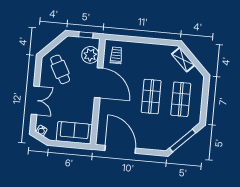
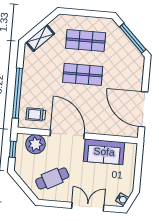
window: (135, 39) -> (18, 93), added
door: (99, 83) -> (67, 134), hinge flipped
sofa: (74, 133) -> (104, 152), moved, turned -90
door: (120, 149) -> (143, 109), hinge flipped

